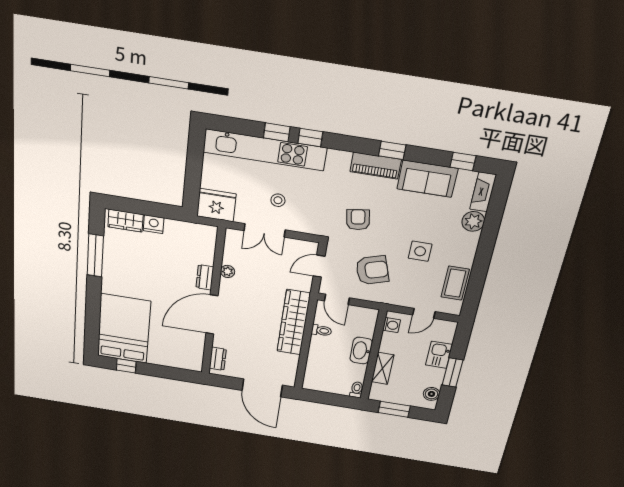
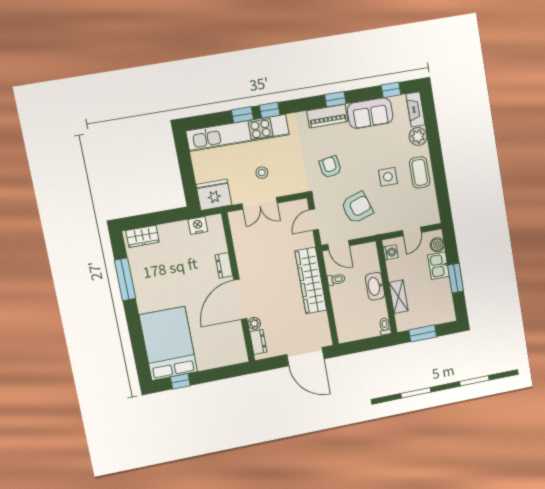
nightstand: (154, 224) -> (198, 226), moved
plant: (228, 271) -> (254, 323), moved
coffee table: (455, 283) -> (420, 172), moved
boiler: (432, 394) -> (437, 245), moved

